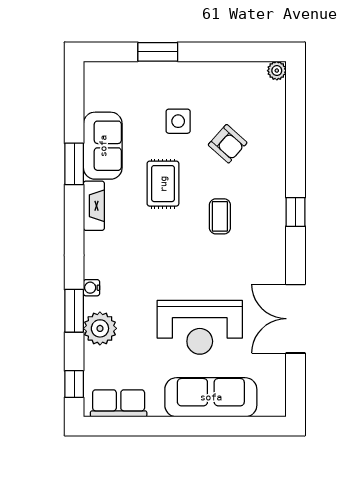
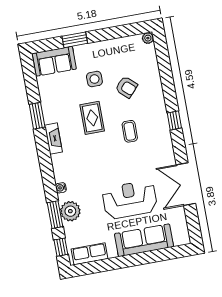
sofa: (103, 146) -> (54, 61), moved, turned 90
window: (74, 311) -> (55, 215), moved
reception desk: (200, 327) -> (130, 200), turned 180

